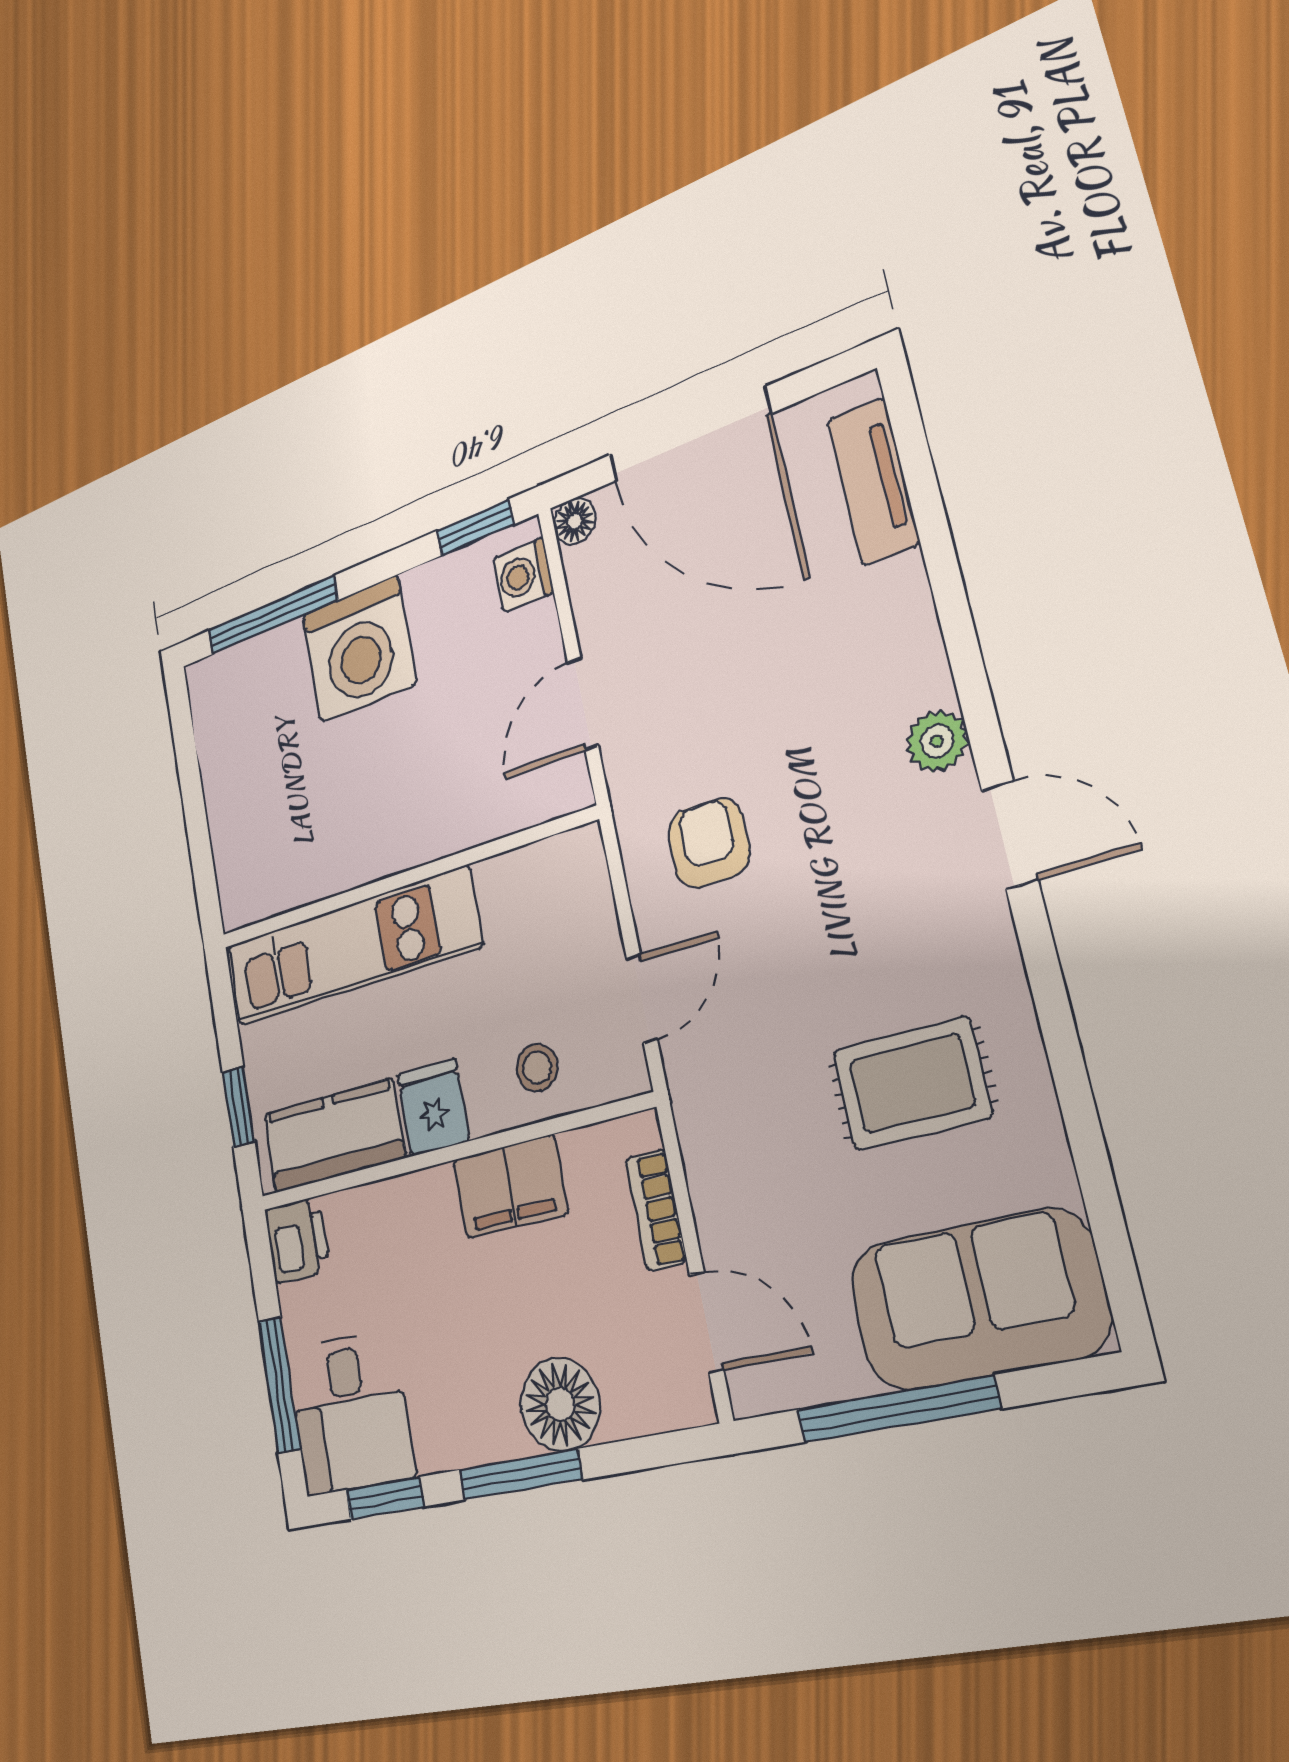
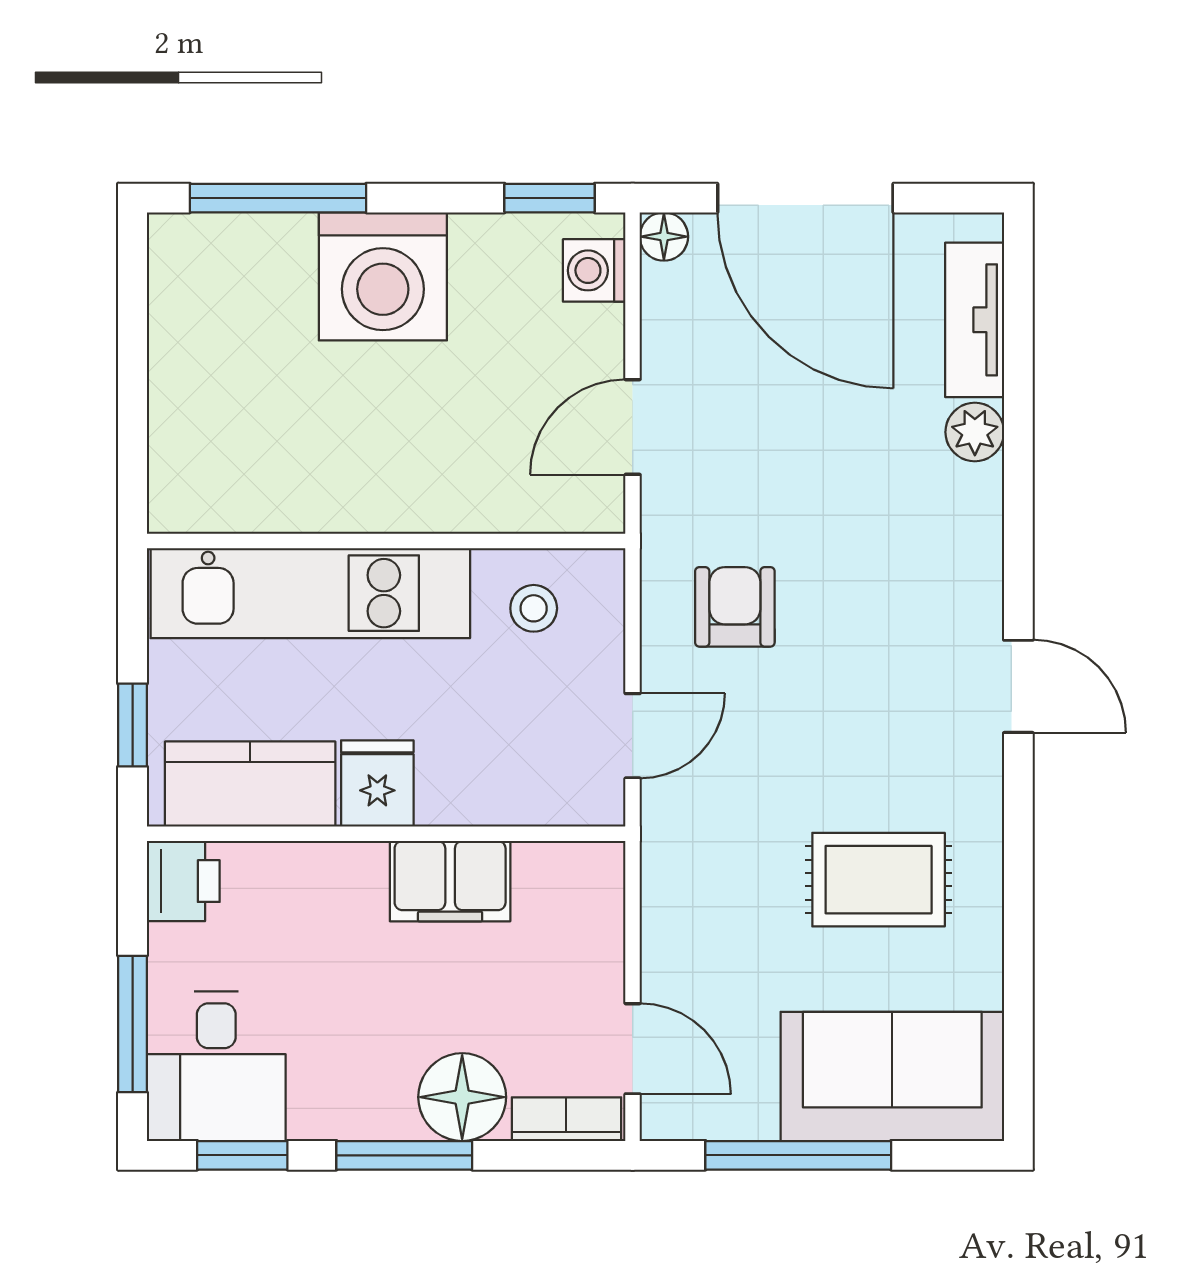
plant: (937, 741) -> (975, 432), moved
stool: (537, 1068) -> (534, 608), moved
bookcase: (656, 1210) -> (566, 1119), moved, turned 90

